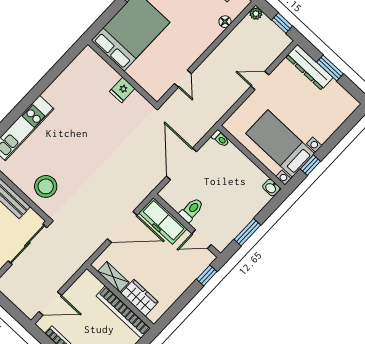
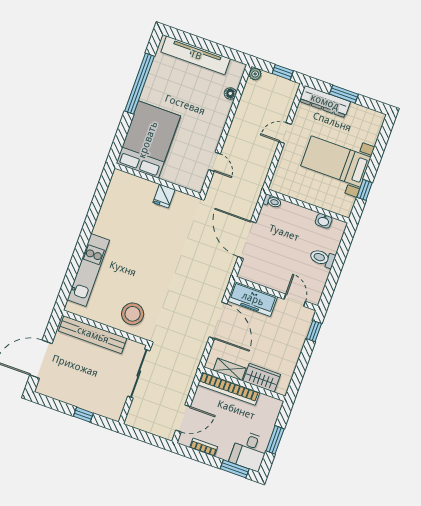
bed with nightstands: (280, 144) -> (336, 162), moved
washbasin: (271, 188) -> (324, 221), moved
toilet: (191, 210) -> (322, 258), moved, turned -90
door: (122, 227) -> (218, 320), hinge flipped
window: (247, 232) -> (334, 276), removed
door: (201, 239) -> (295, 300), swing flipped
bookcase: (123, 312) -> (229, 389), moved

